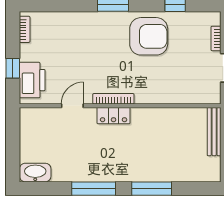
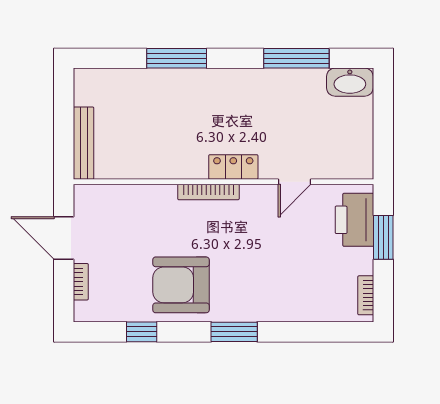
window: (13, 68) -> (383, 237), width x1.50
bookcase: (113, 99) -> (208, 192), moved
window: (94, 189) -> (296, 58), moved

